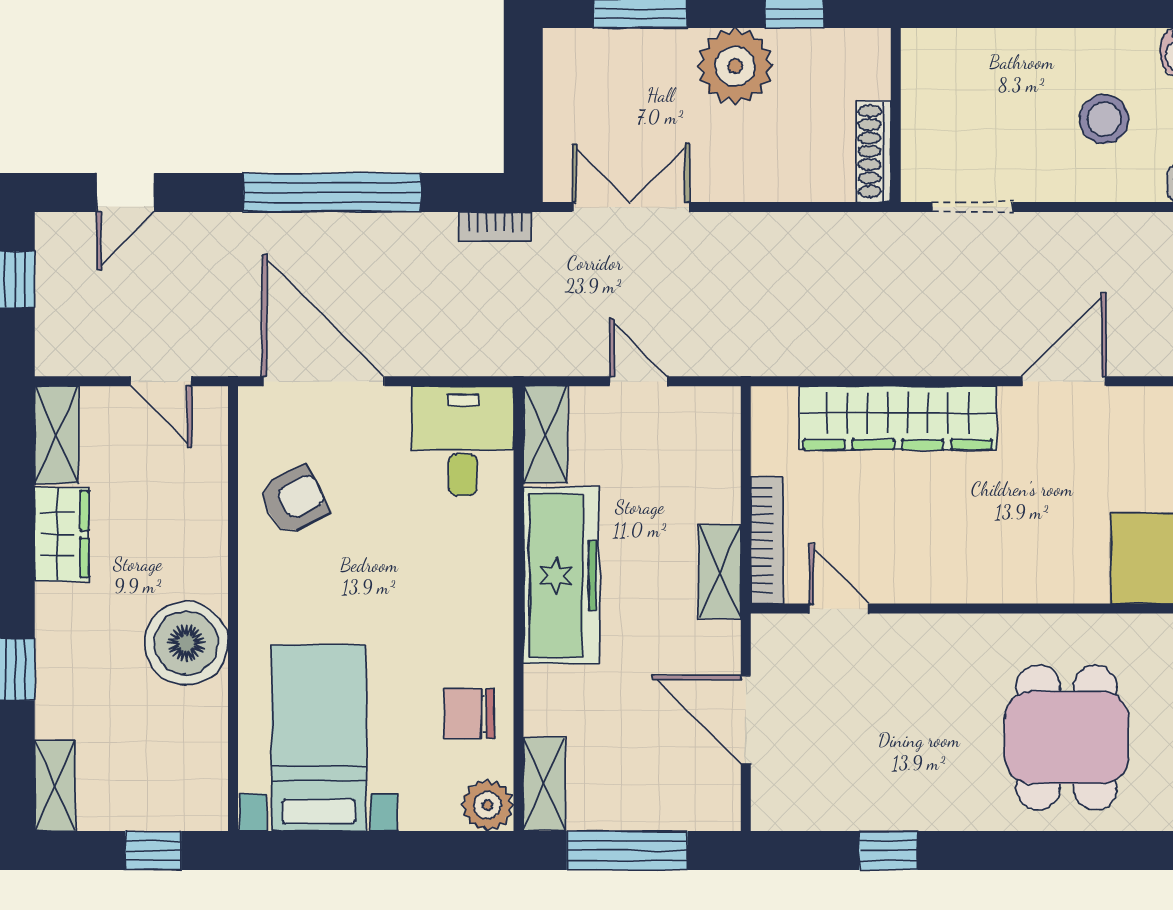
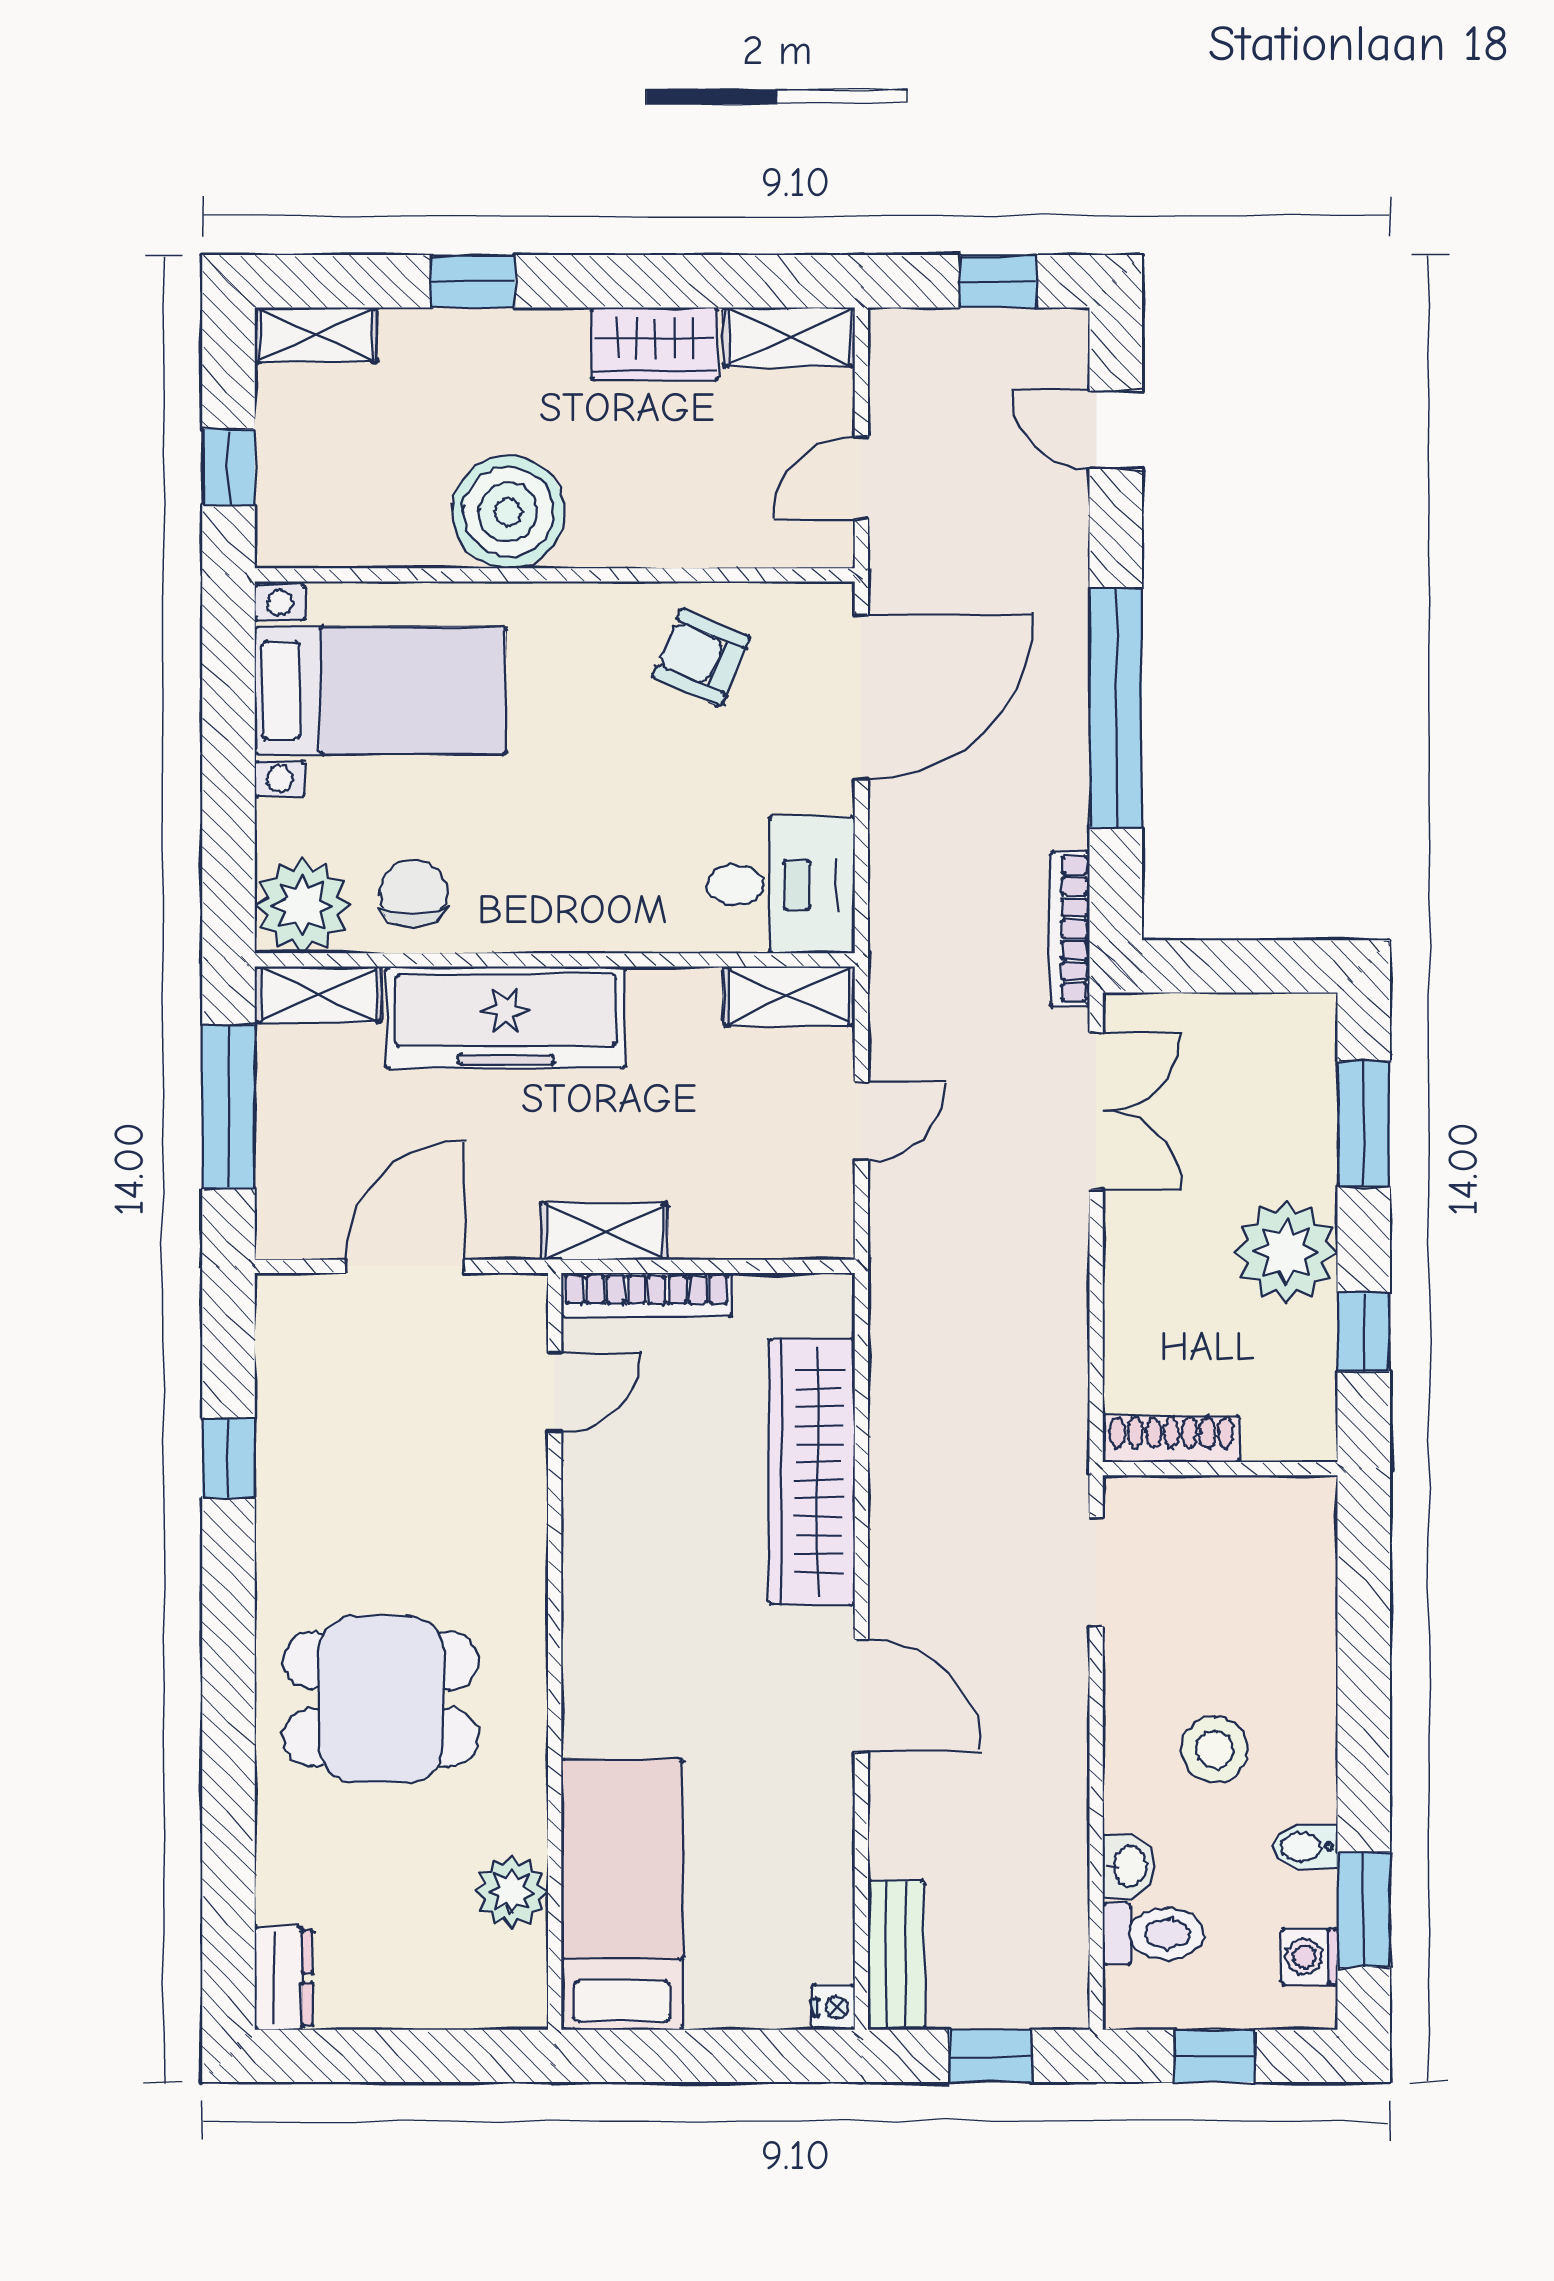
bookcase: (495, 226) -> (1070, 929), width x1.56
armchair: (294, 500) -> (701, 657), turned 140
freezer: (561, 576) -> (506, 1018), moved
plant: (488, 805) -> (302, 905), width x1.36, depth x1.36

